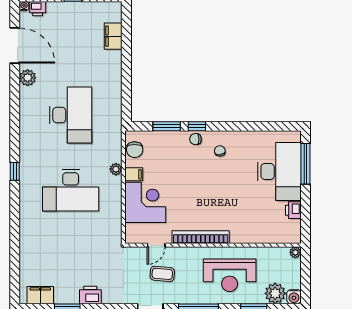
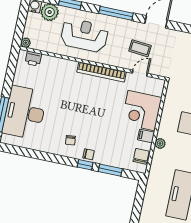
printer: (293, 210) -> (33, 59), moved, turned 90

